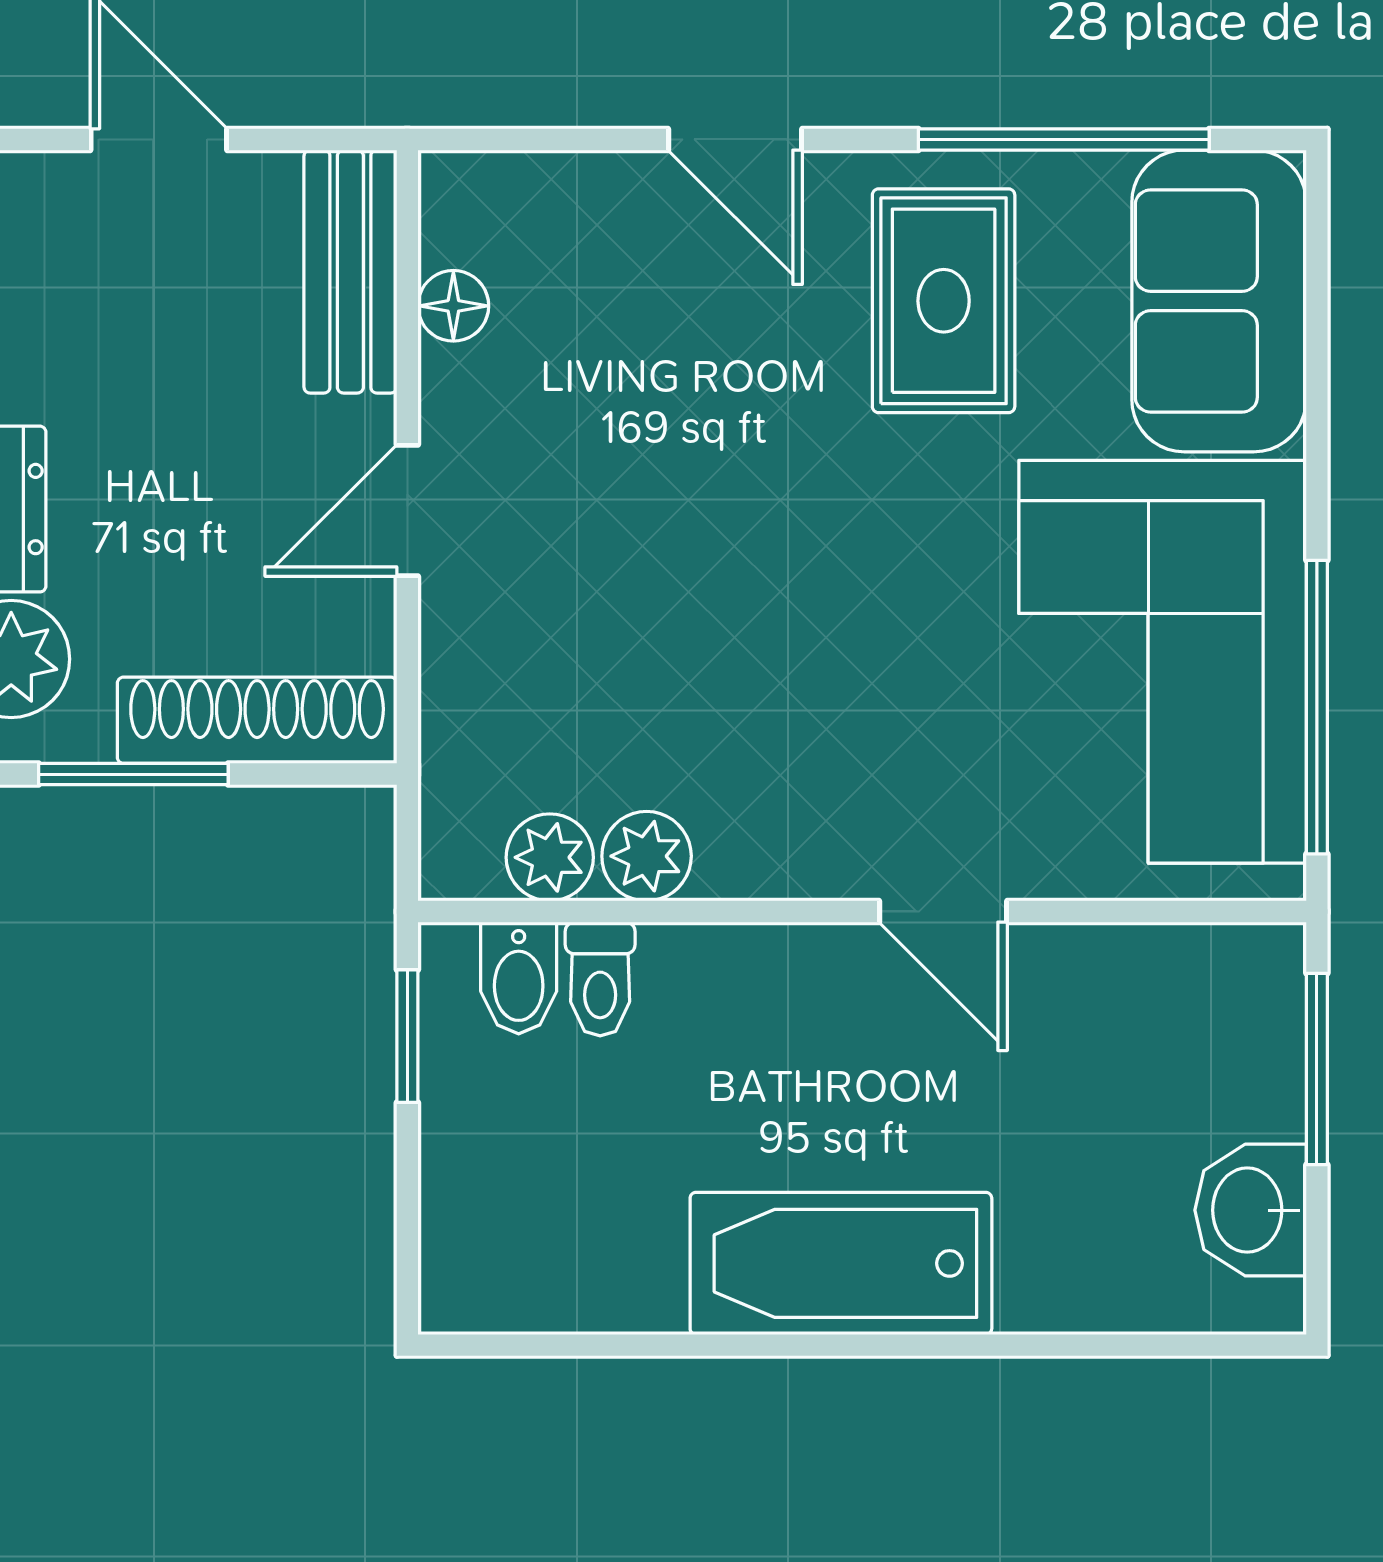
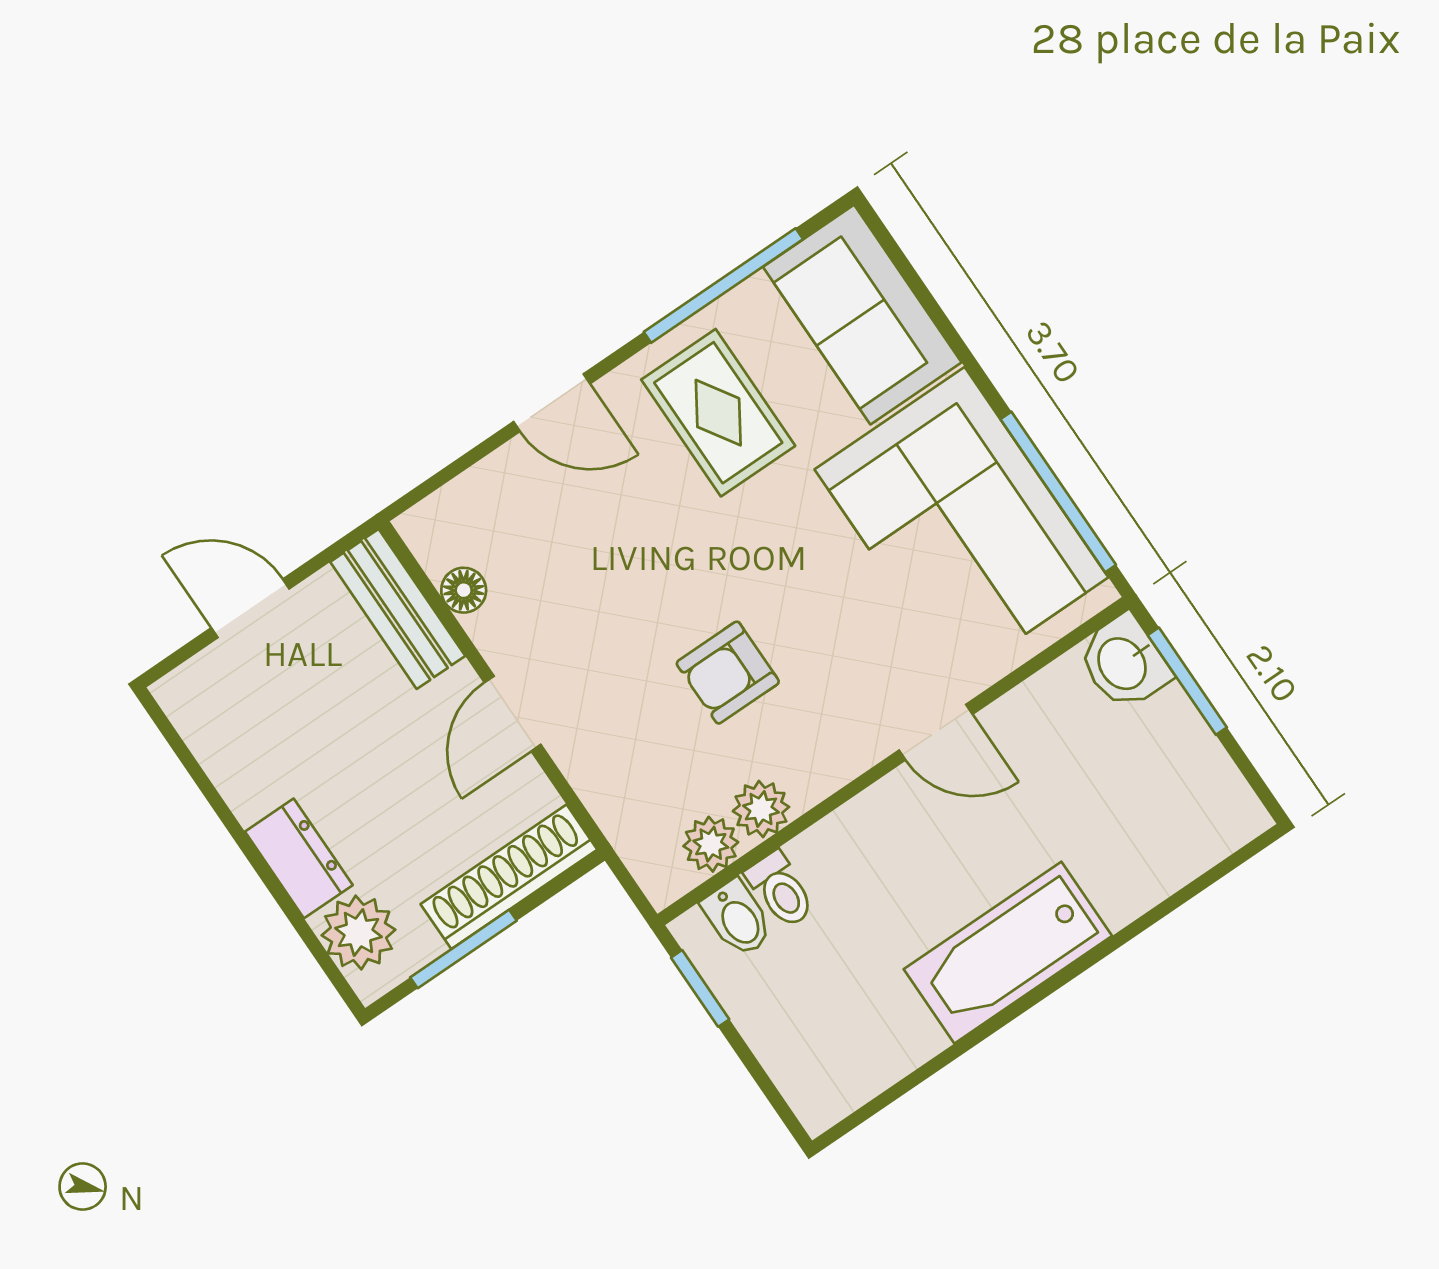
armchair: (725, 648) -> (728, 673), added
washbasin: (1251, 1210) -> (1124, 662), moved

